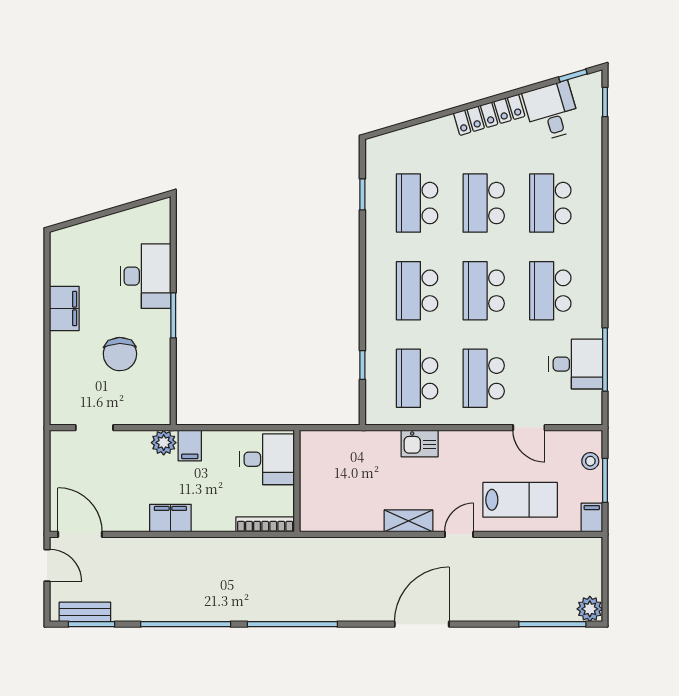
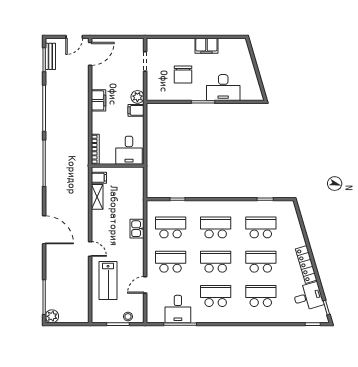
chair: (120, 354) -> (183, 74), turned -89
filing cabinet: (592, 518) -> (99, 178), moved
shelving: (409, 521) -> (97, 197), moved

